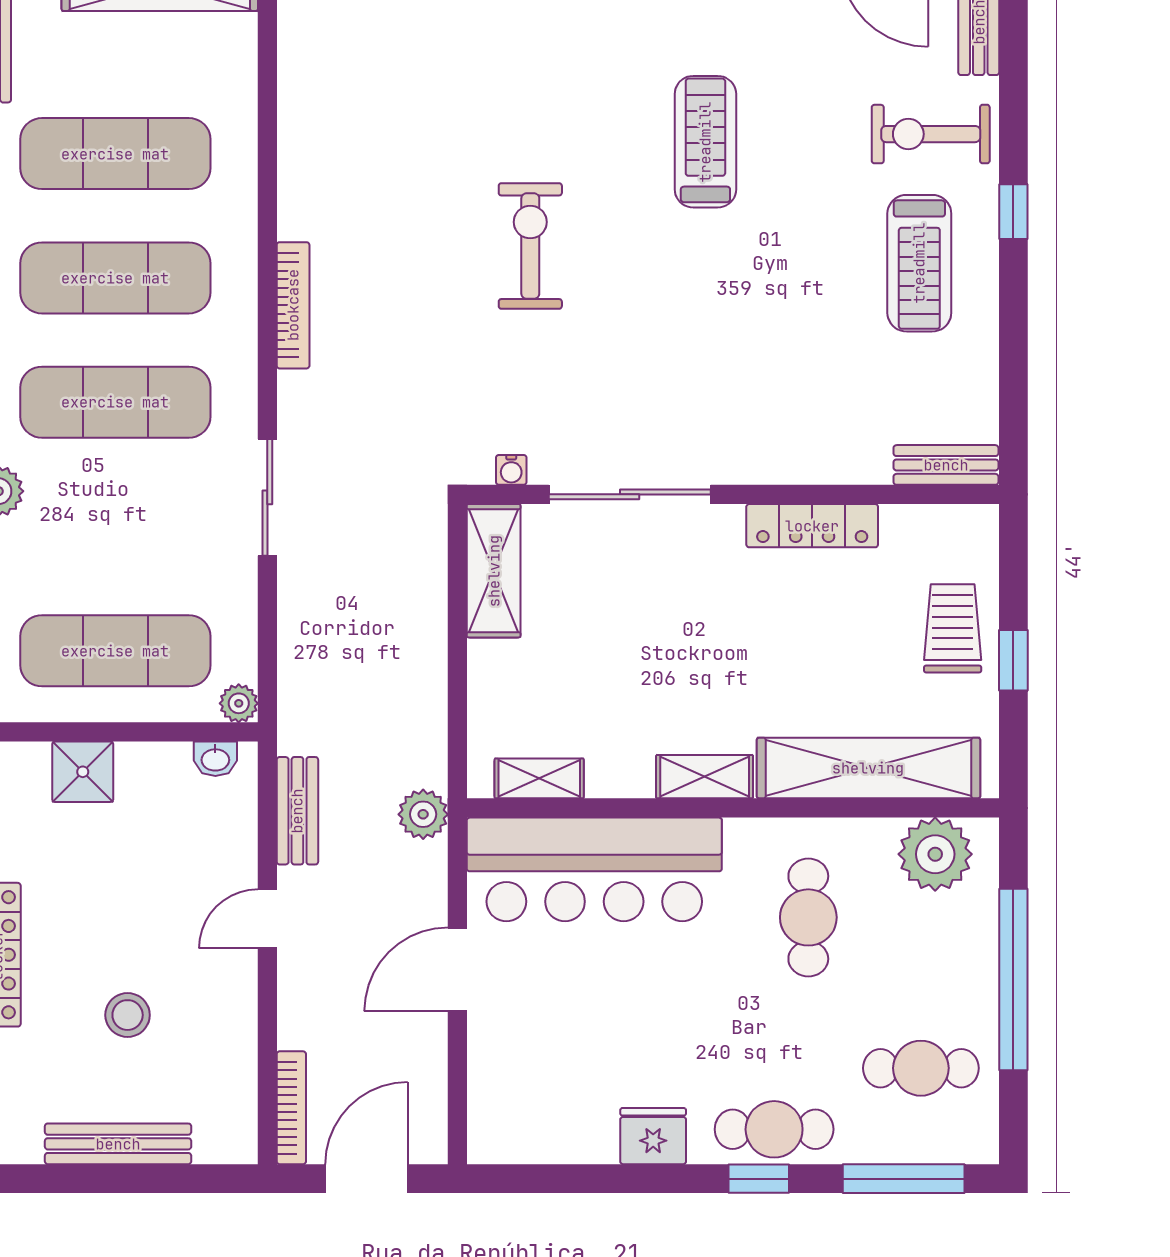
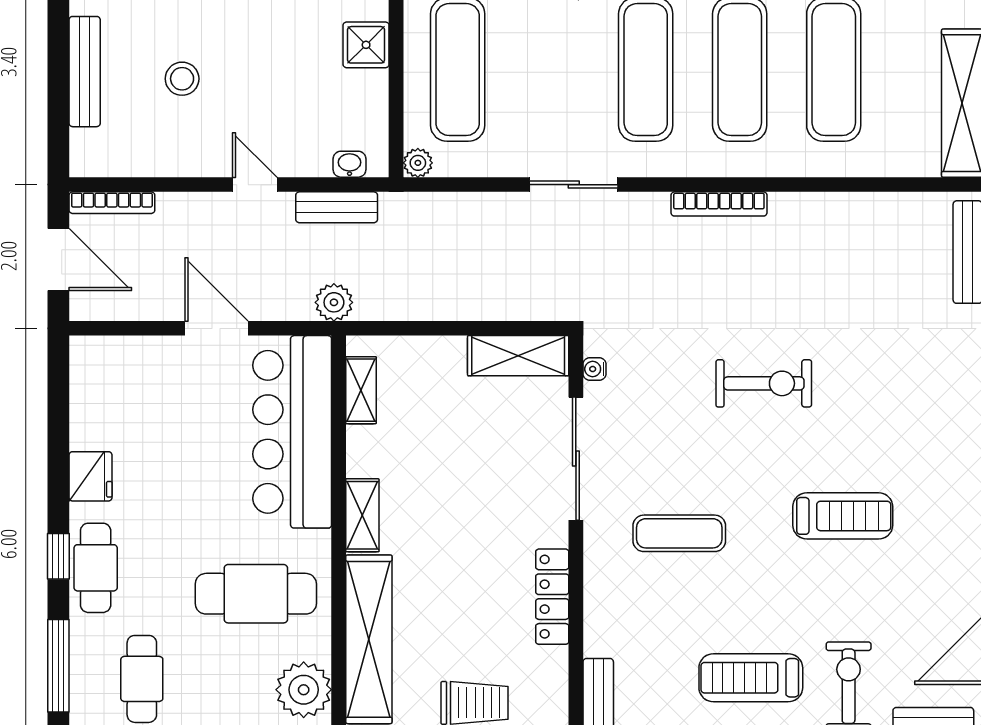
exercise mat: (728, 358) -> (679, 533), added
washbasin: (215, 759) -> (350, 164), moved, turned 90
cafe table: (808, 917) -> (256, 594), width x1.37, depth x1.35

